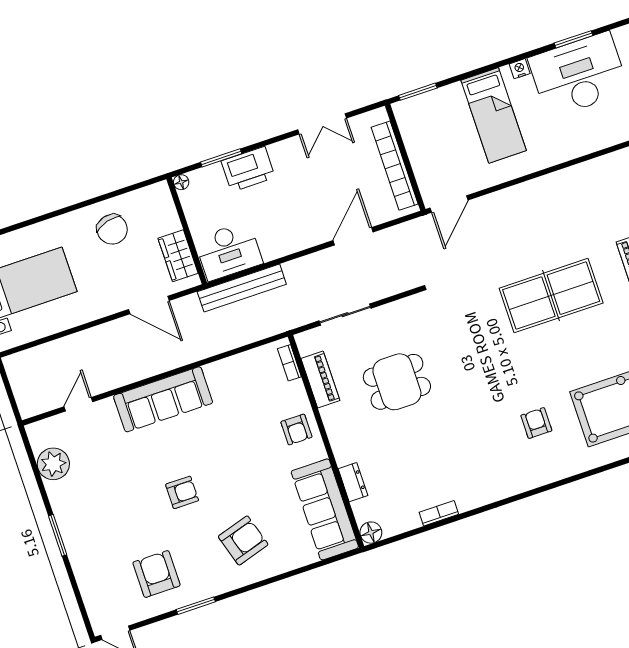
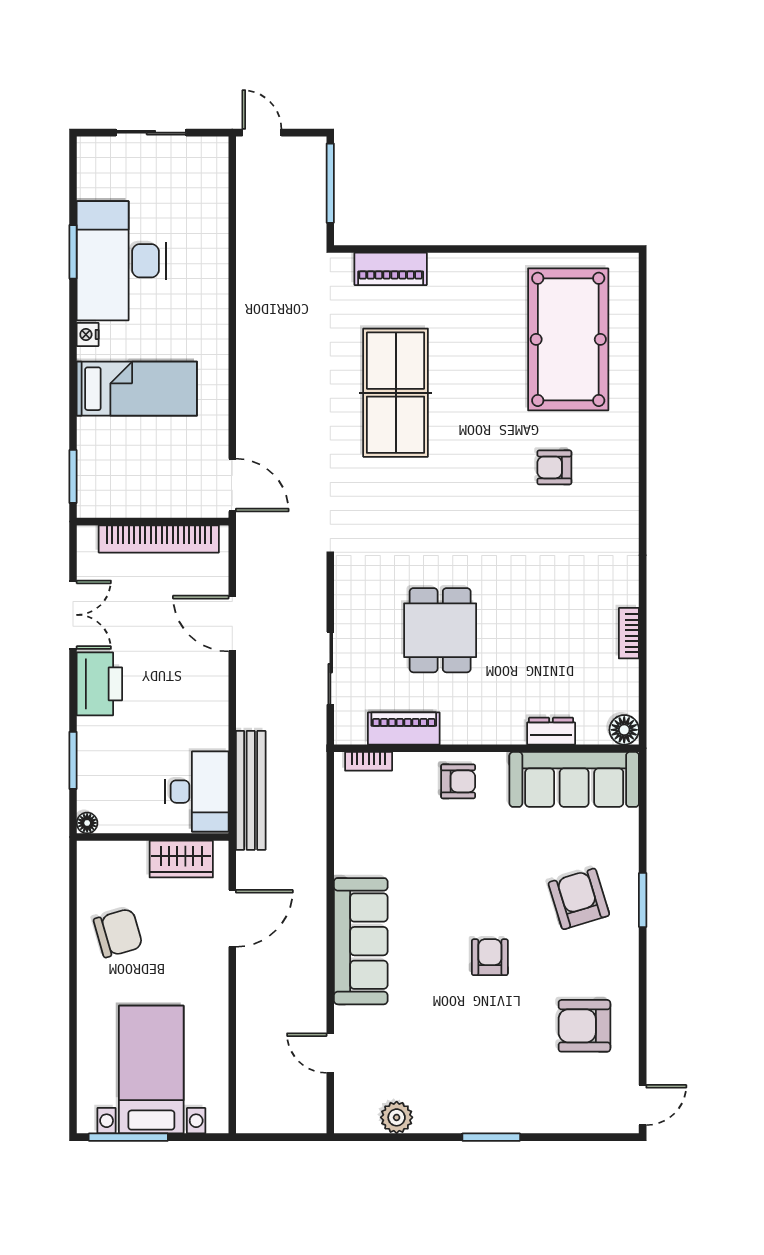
printer: (248, 169) -> (99, 684), moved
plant: (53, 464) -> (397, 1117), width x0.73, depth x0.73
window: (196, 606) -> (643, 900), moved

